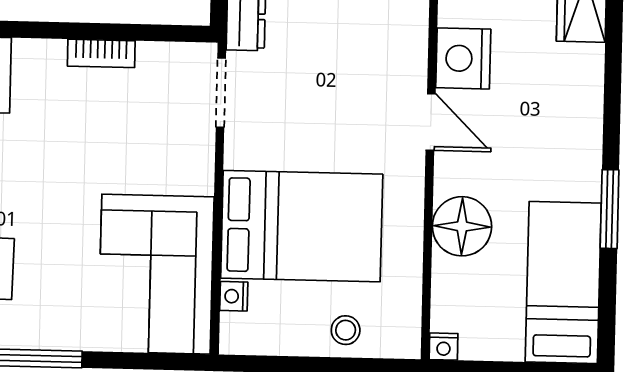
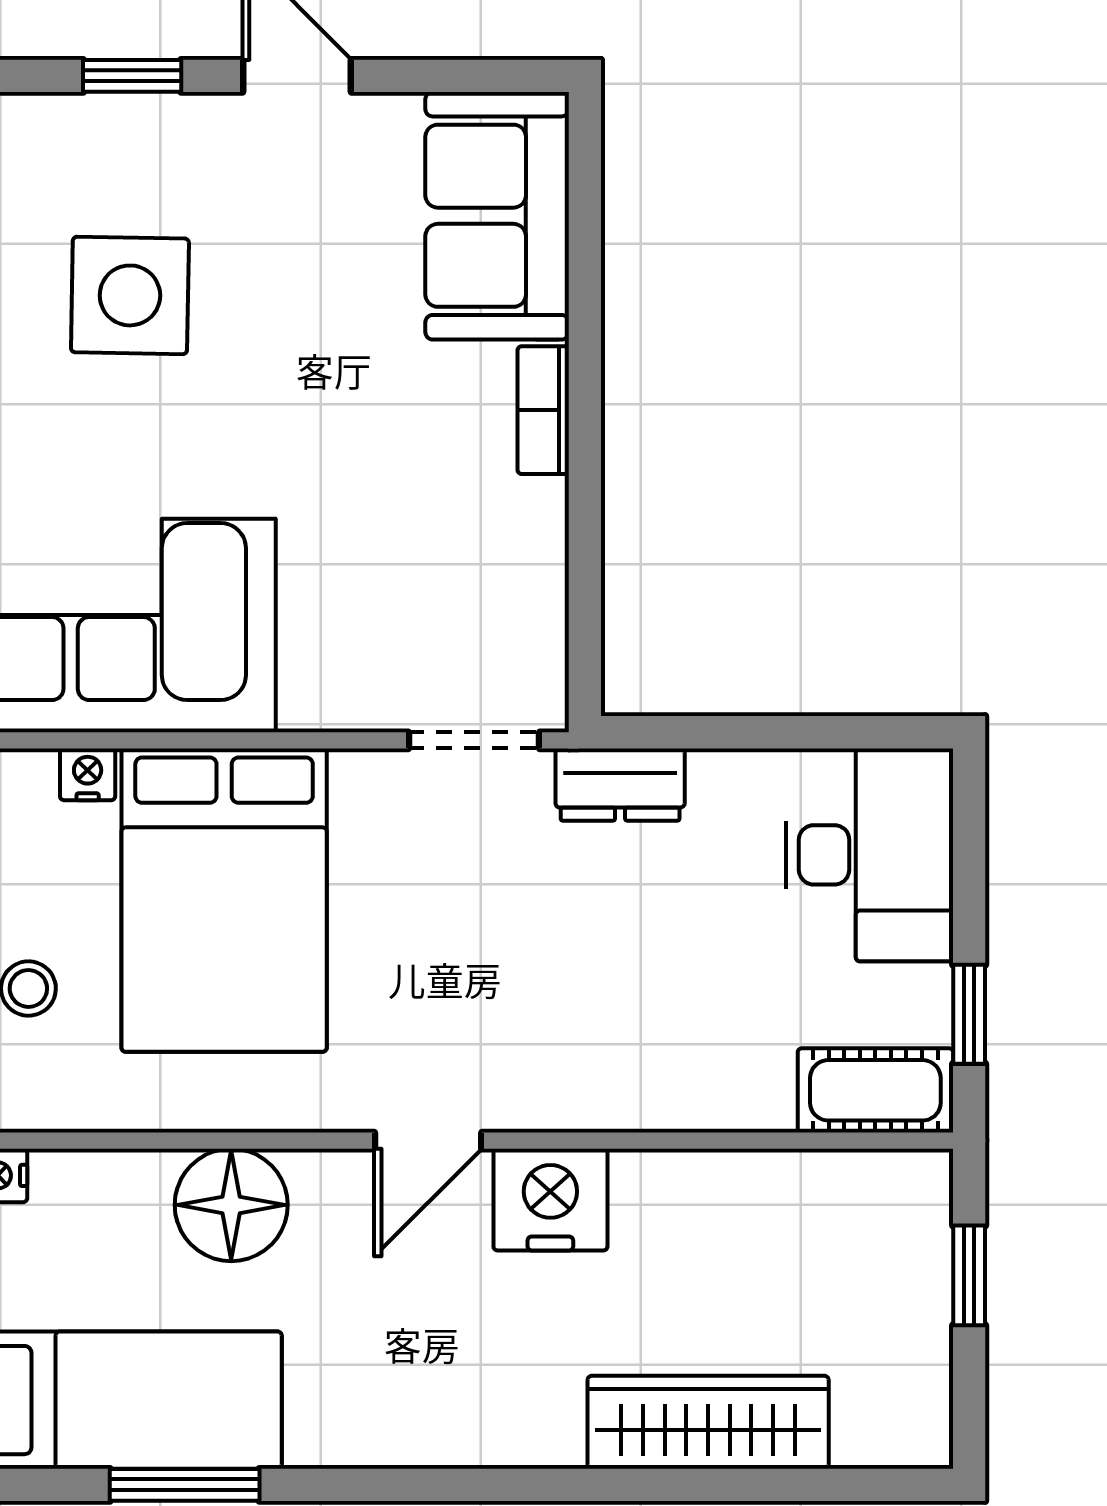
bookcase: (101, 53) -> (543, 410), moved
window: (610, 209) -> (185, 1485), moved

